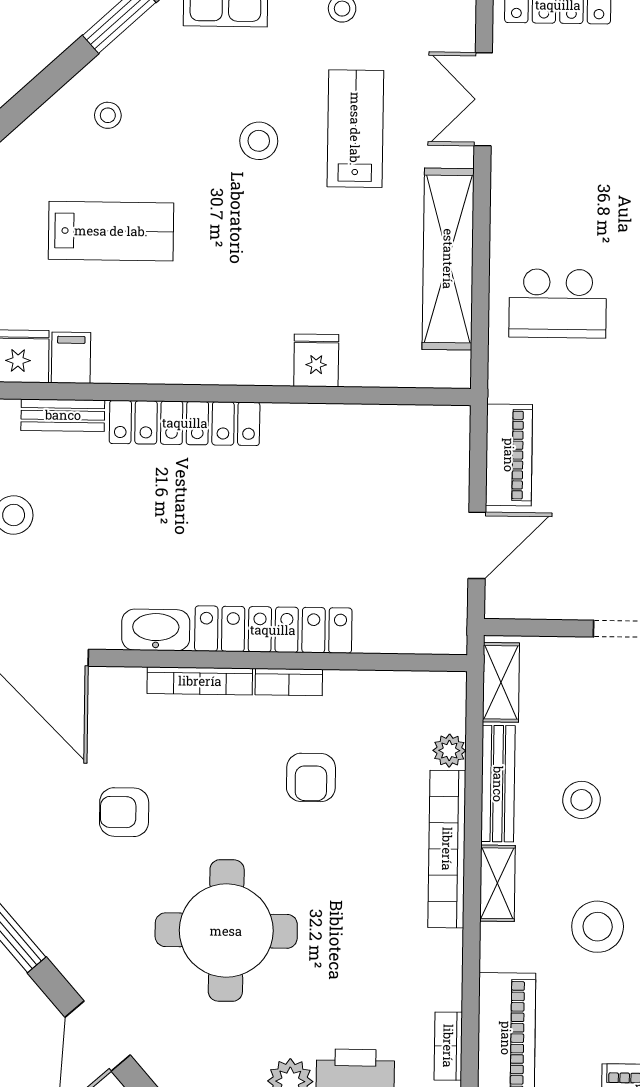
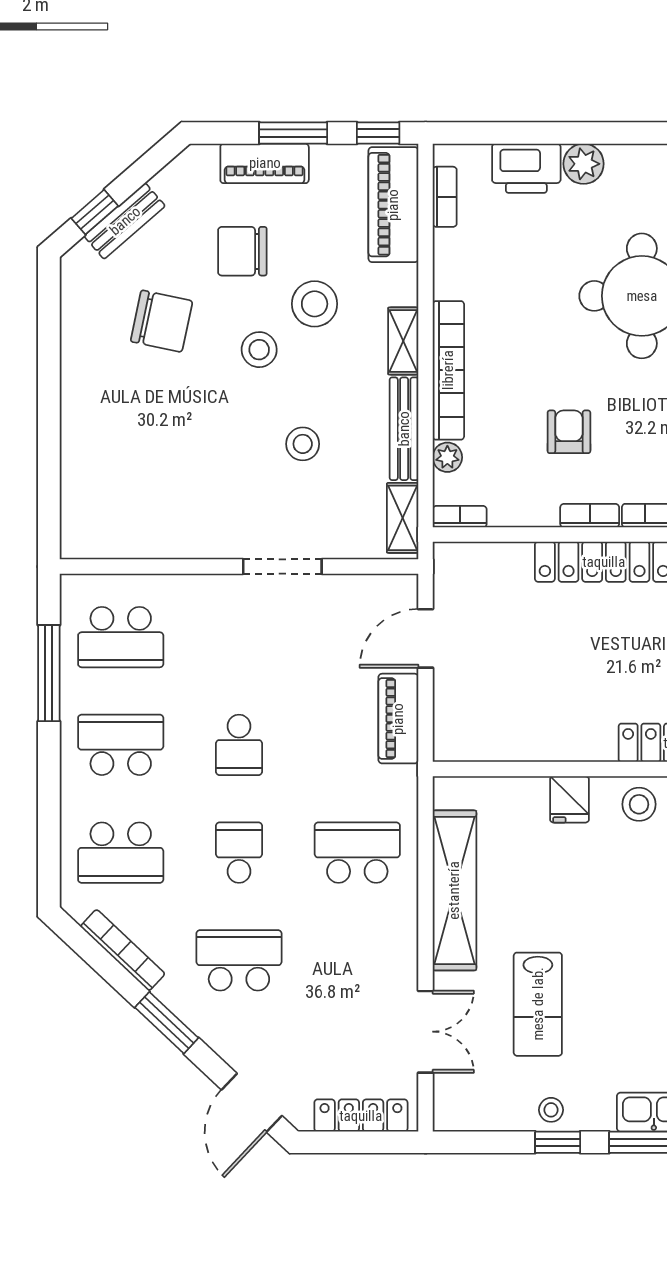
stool: (259, 141) -> (639, 804), moved
bookcase: (436, 683) -> (460, 517), added
stool: (581, 800) -> (303, 444), moved

